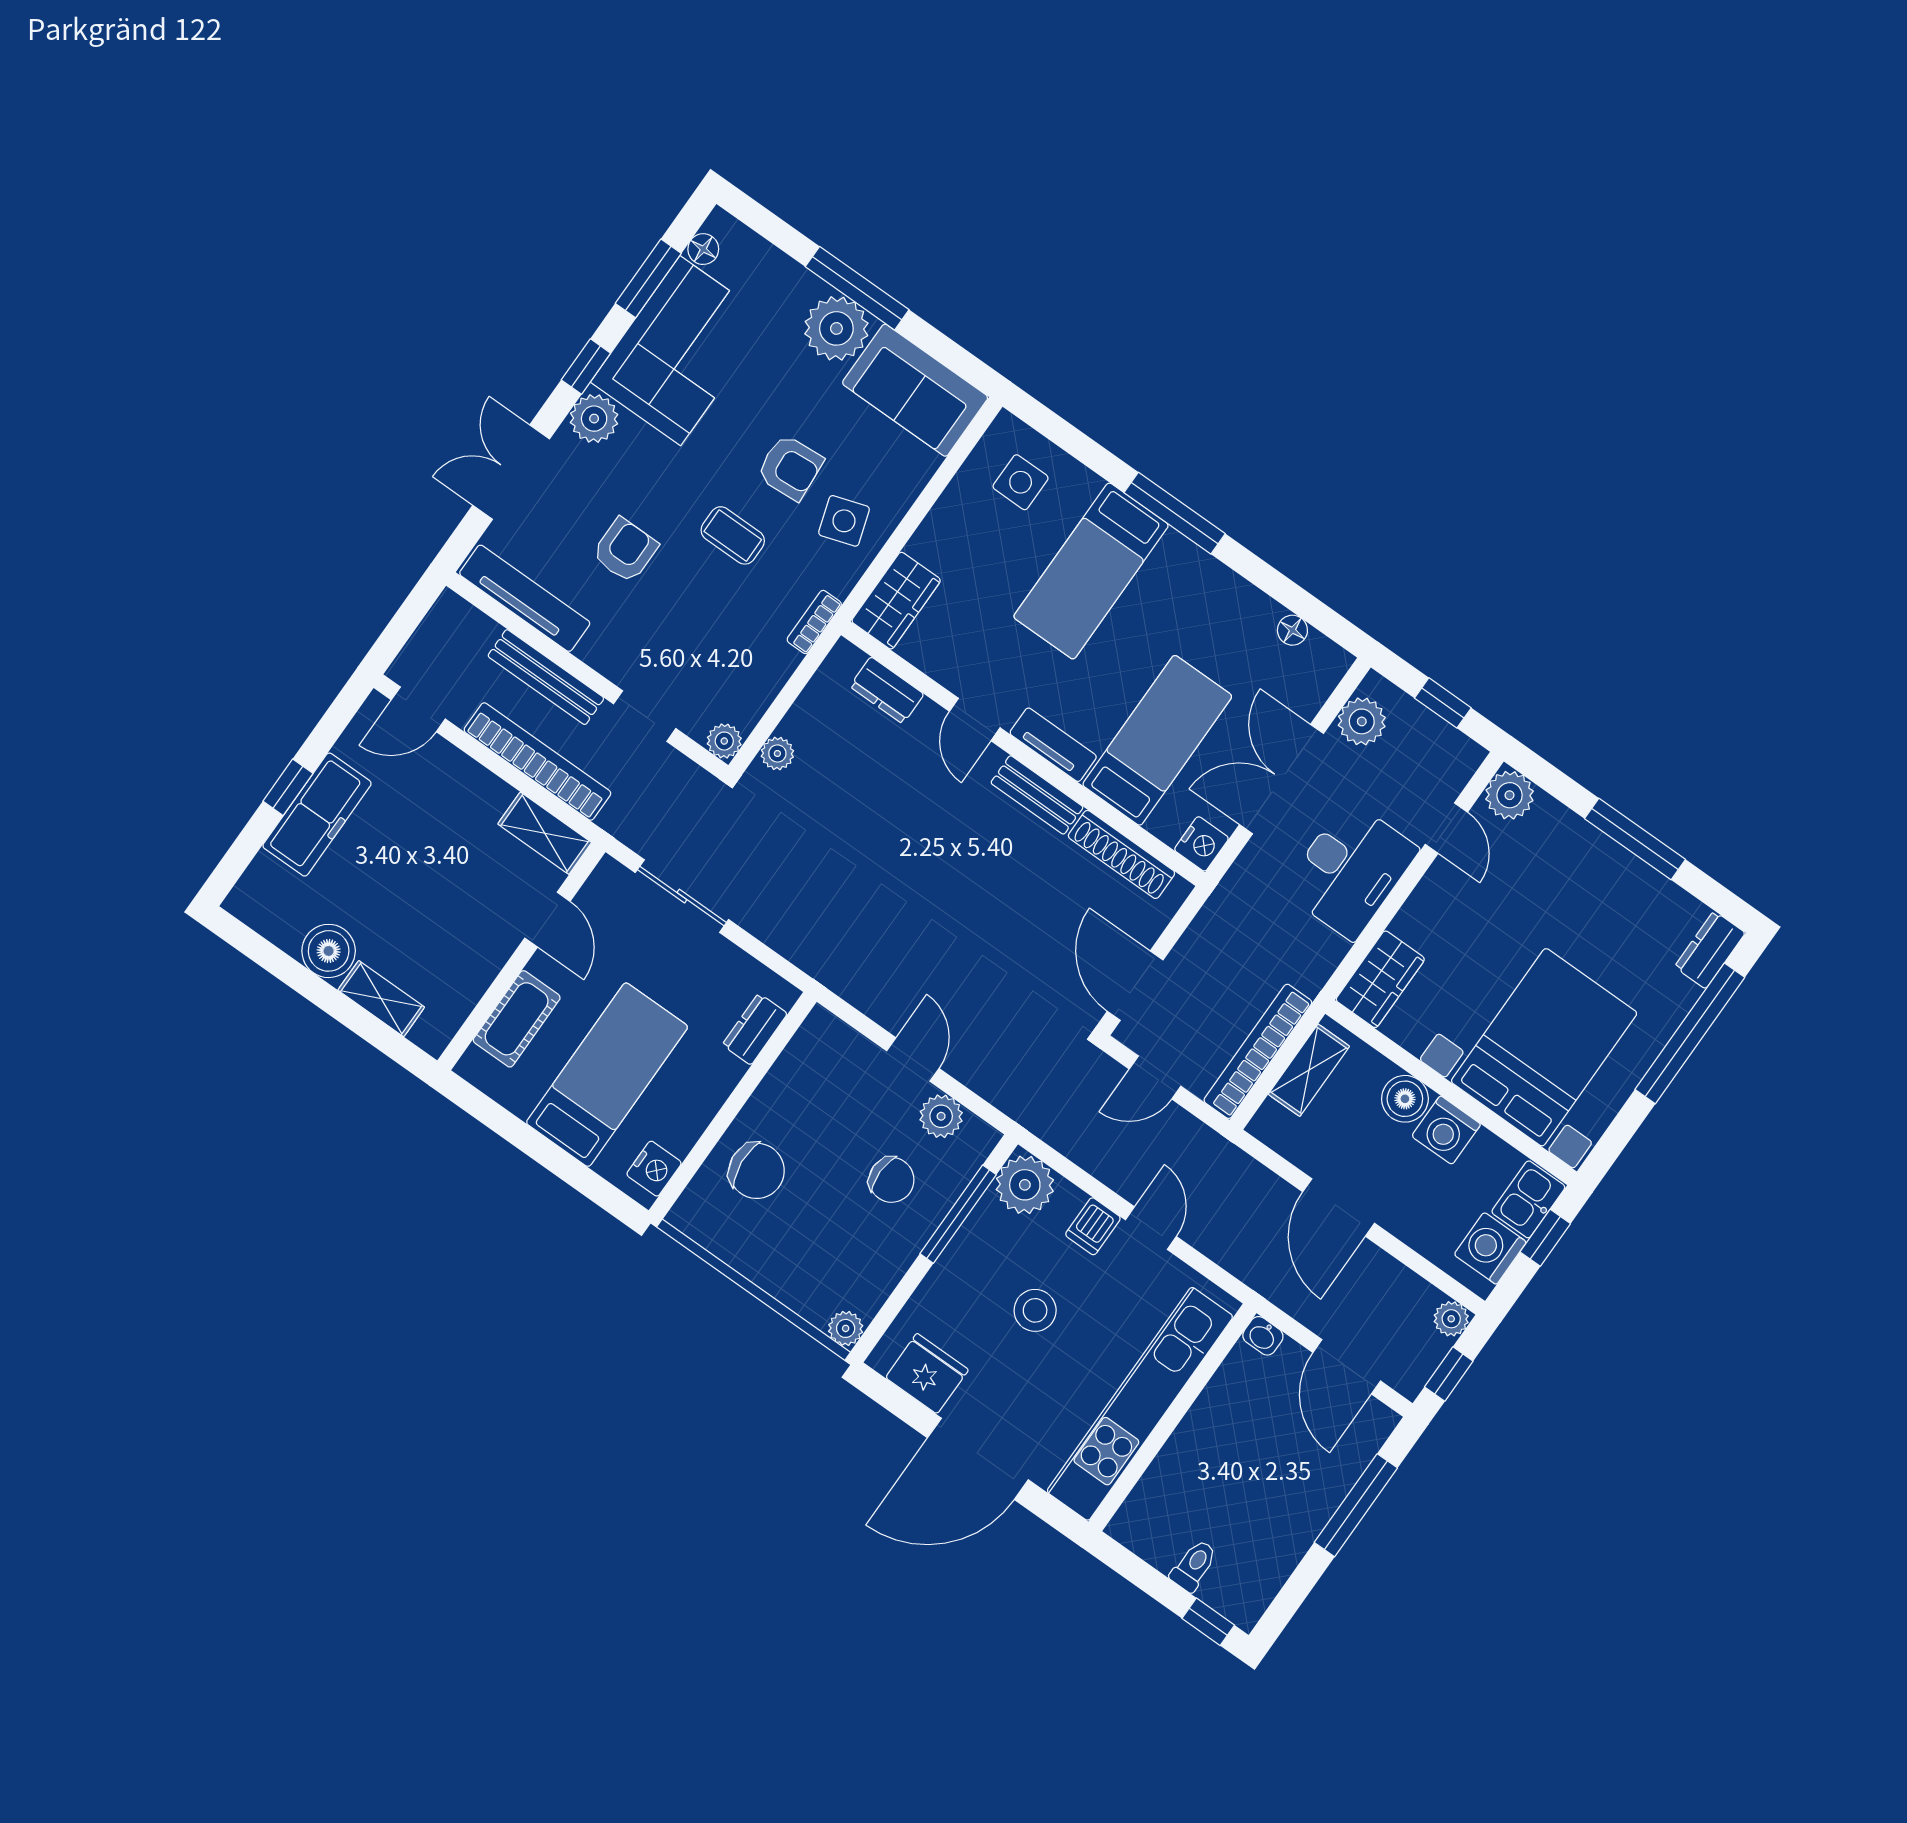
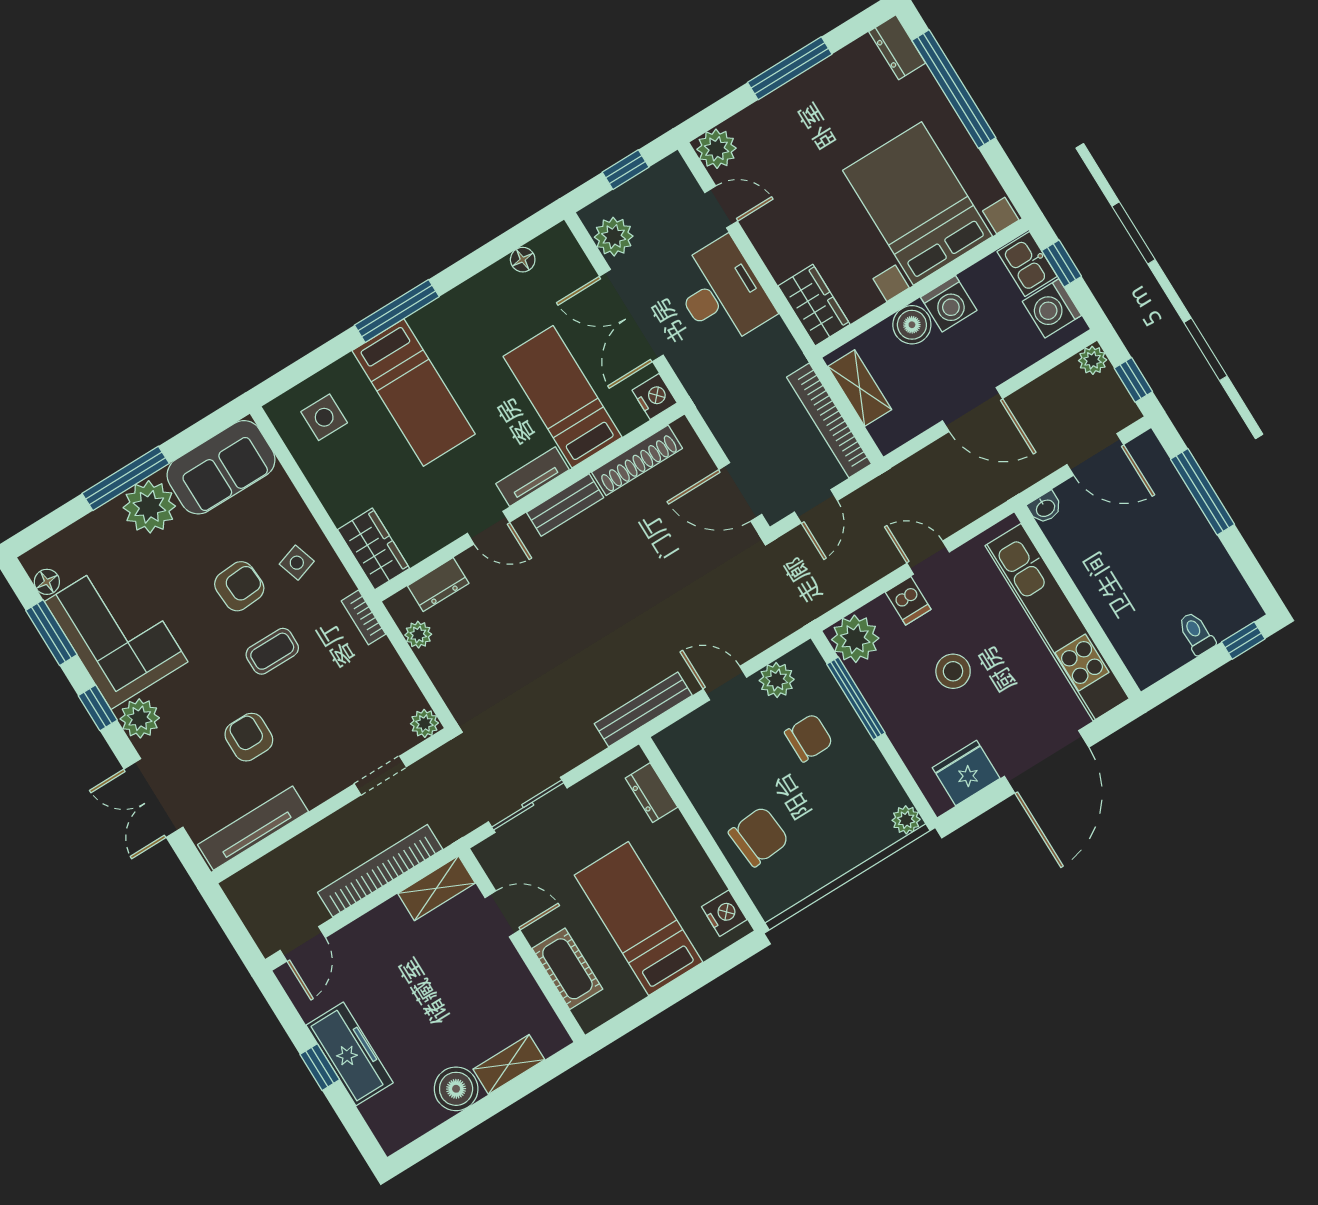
side table: (844, 521) -> (297, 563), width x0.73, depth x0.73
bench: (546, 677) -> (643, 709), moved
plant: (777, 753) -> (418, 635), moved

